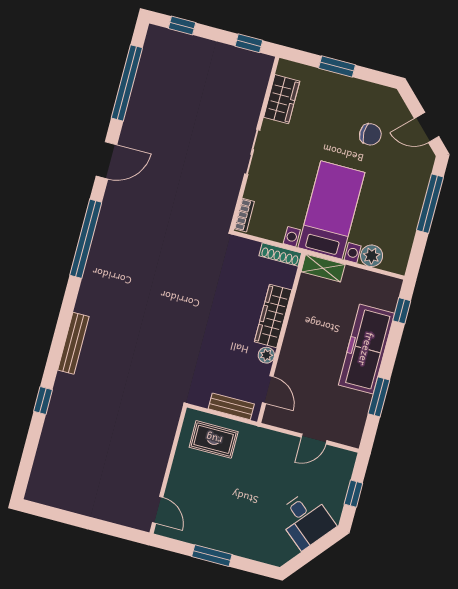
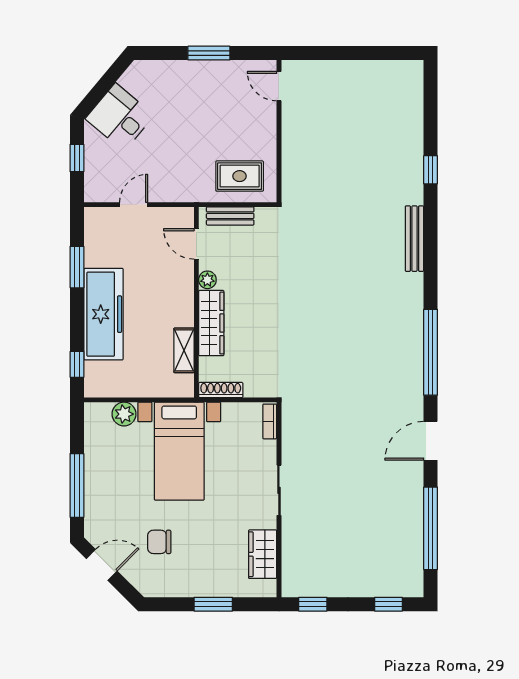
shelving: (323, 268) -> (184, 350), moved, turned 90

